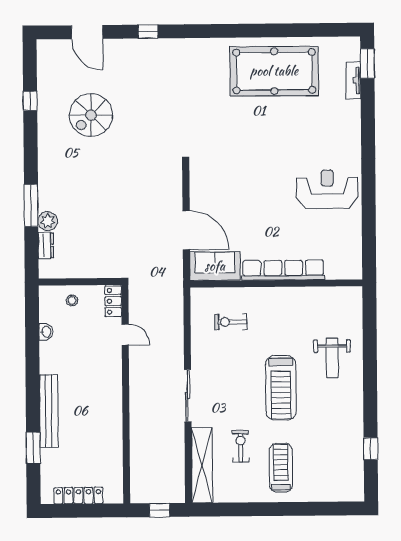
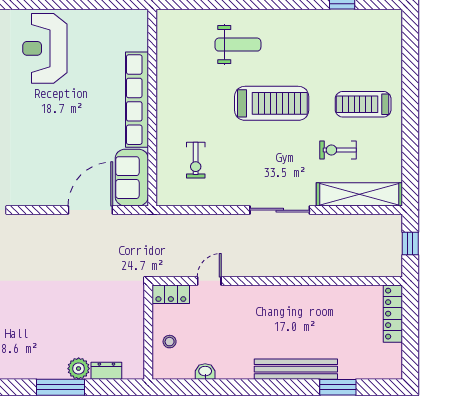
locker: (78, 496) -> (393, 314), moved

